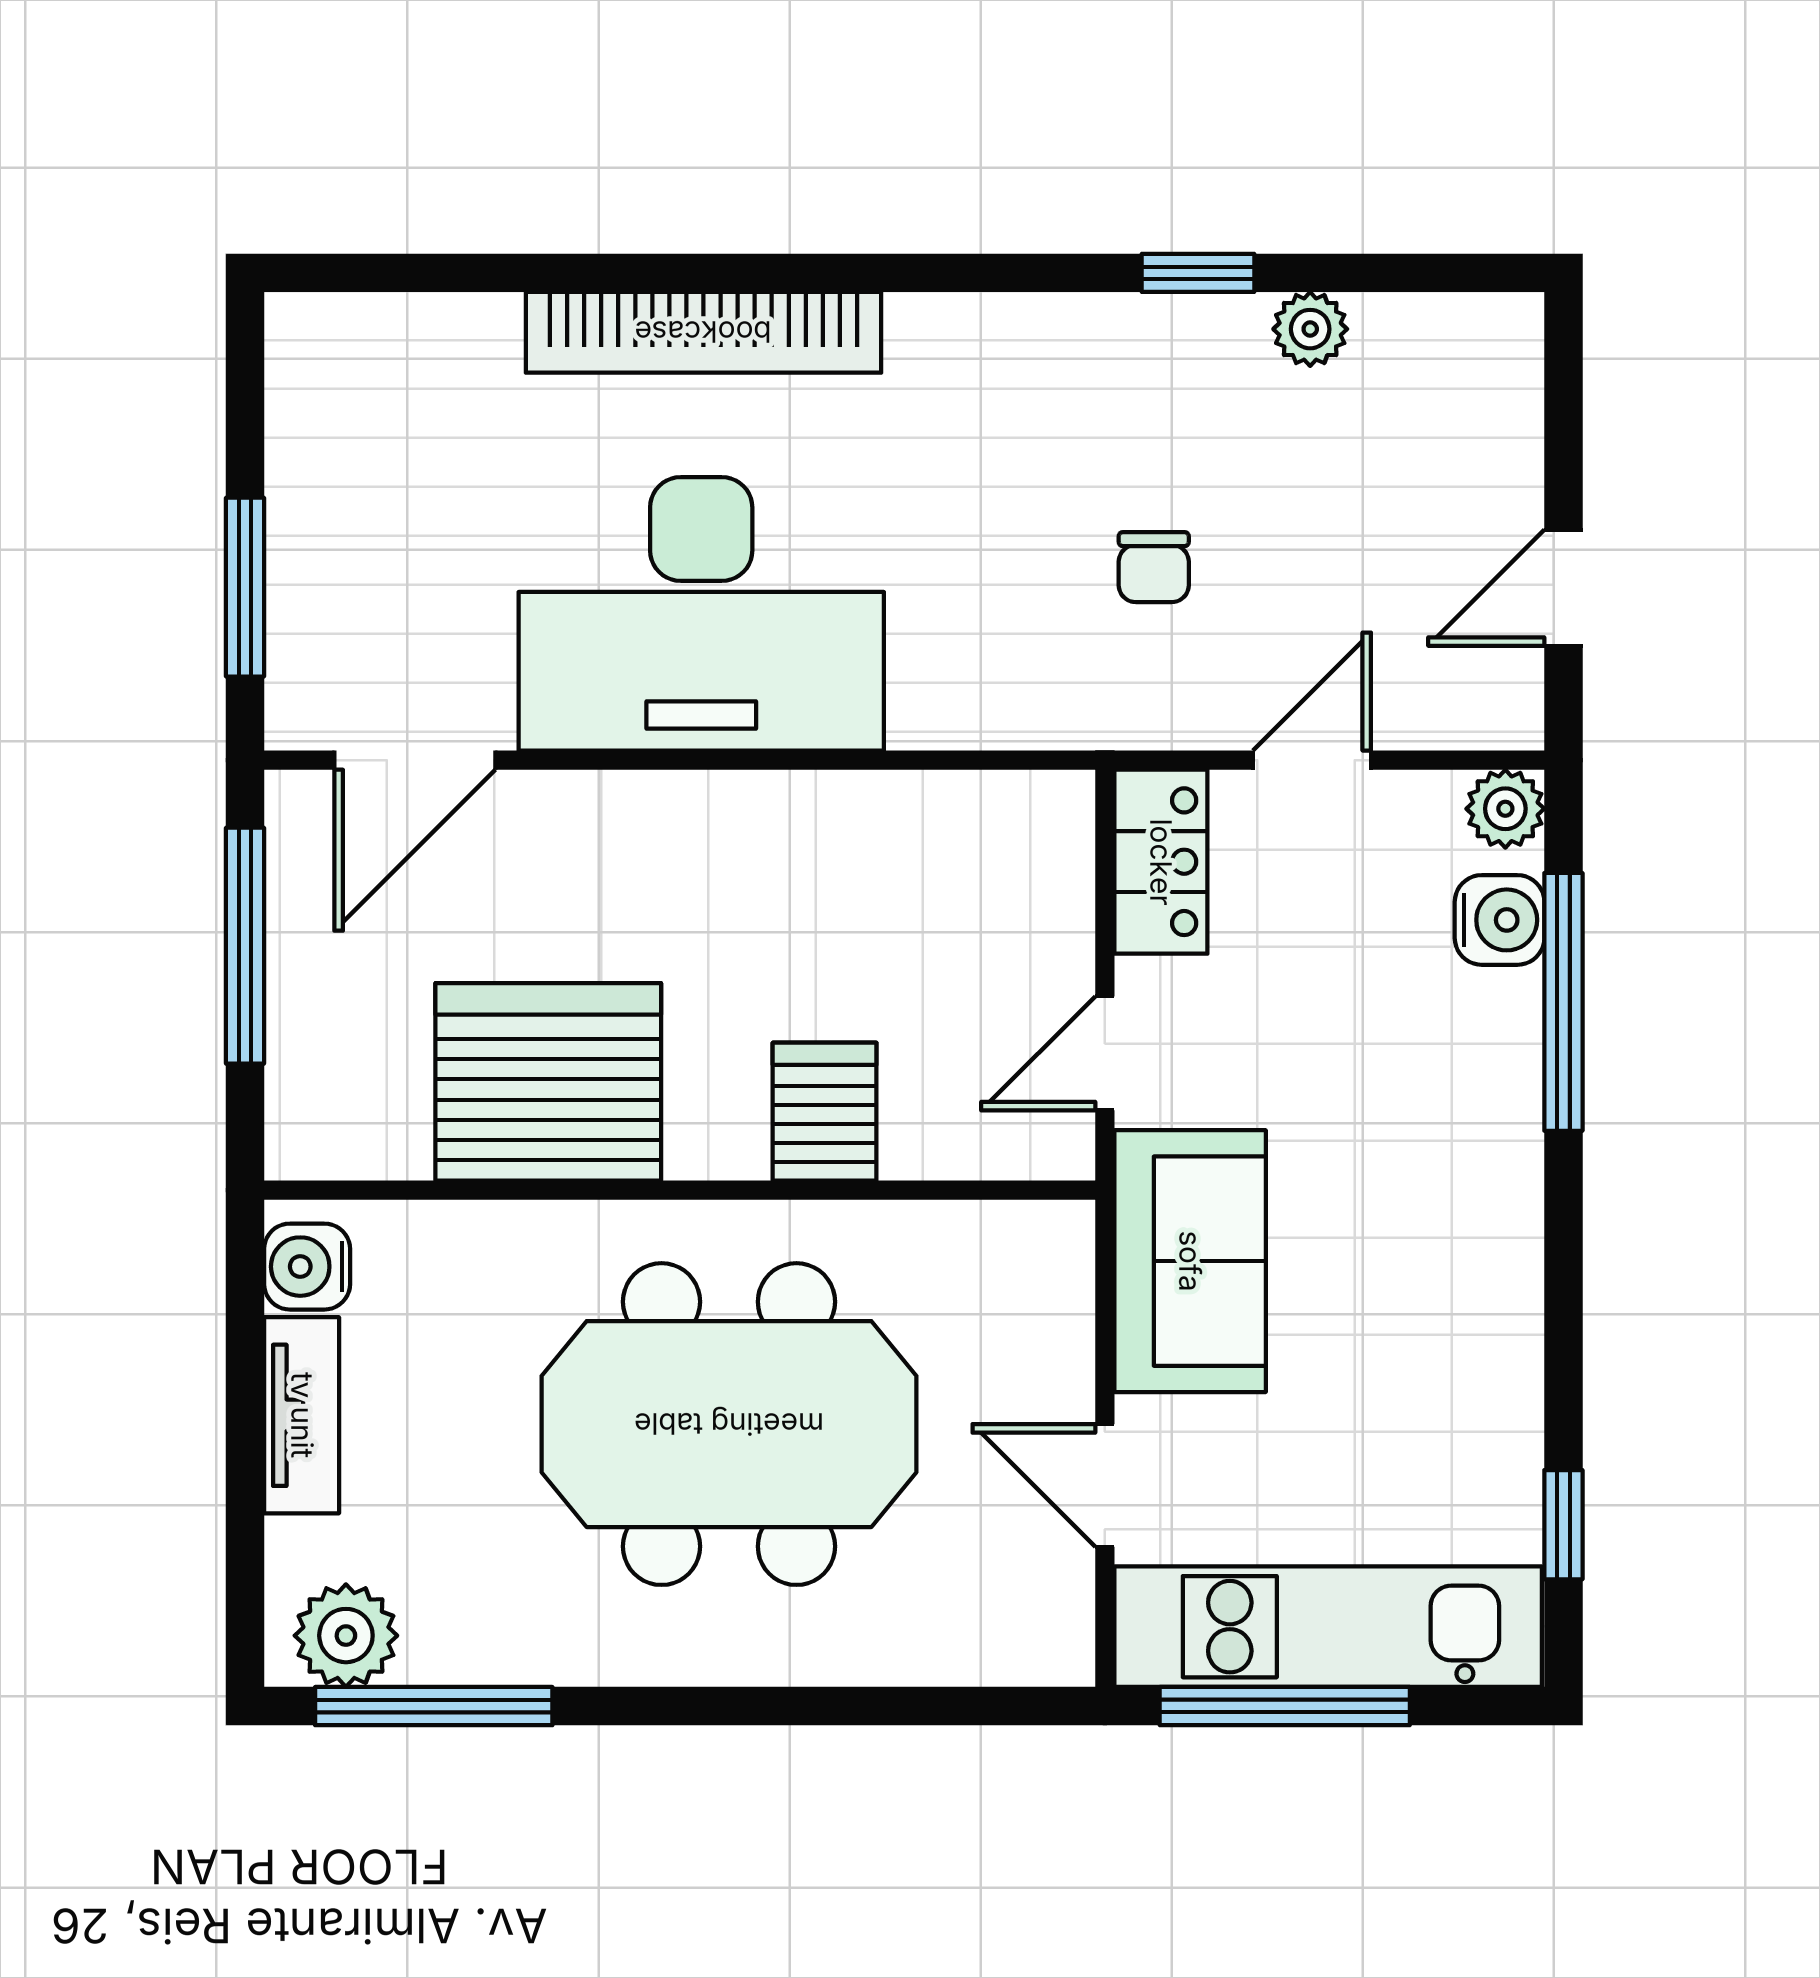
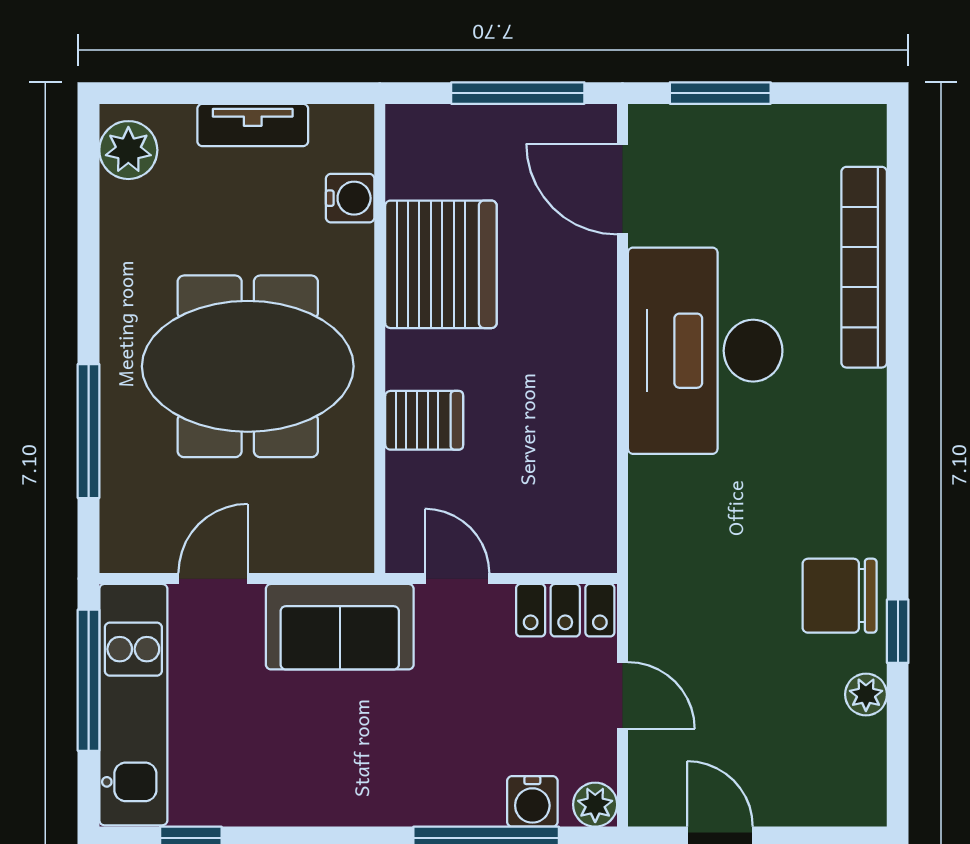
bookcase: (703, 332) -> (864, 267), moved
chair: (1154, 567) -> (840, 596), moved, width x1.87, depth x1.87
water cooler: (307, 1267) -> (350, 198), moved, turned 90
meeting table: (729, 1424) -> (248, 366), turned 90
window: (434, 1706) -> (89, 431), moved

